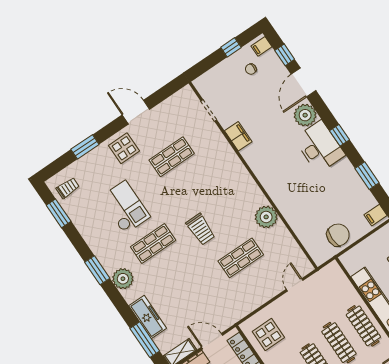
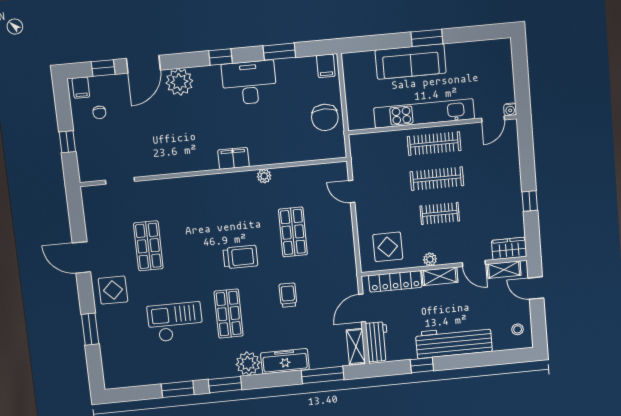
window: (231, 47) -> (67, 142), moved
door: (303, 82) -> (143, 64), hinge flipped
door: (136, 112) -> (81, 257), hinge flipped
filing cabinet: (238, 136) -> (233, 158), moved
desk: (319, 147) -> (249, 83), moved
trolley: (68, 188) -> (288, 295), moved
window: (59, 213) -> (178, 389), moved
plant: (266, 217) -> (264, 176), width x0.53, depth x0.53
chair: (338, 235) -> (325, 117), turned 180
freezer: (148, 317) -> (285, 361), moved

